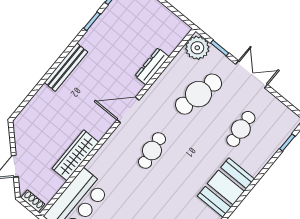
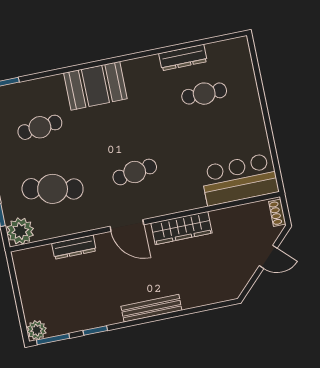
wardrobe: (75, 155) -> (182, 228), moved

